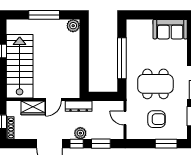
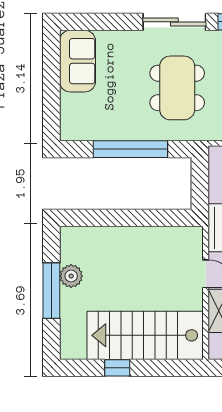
plant: (73, 26) -> (71, 276), moved

